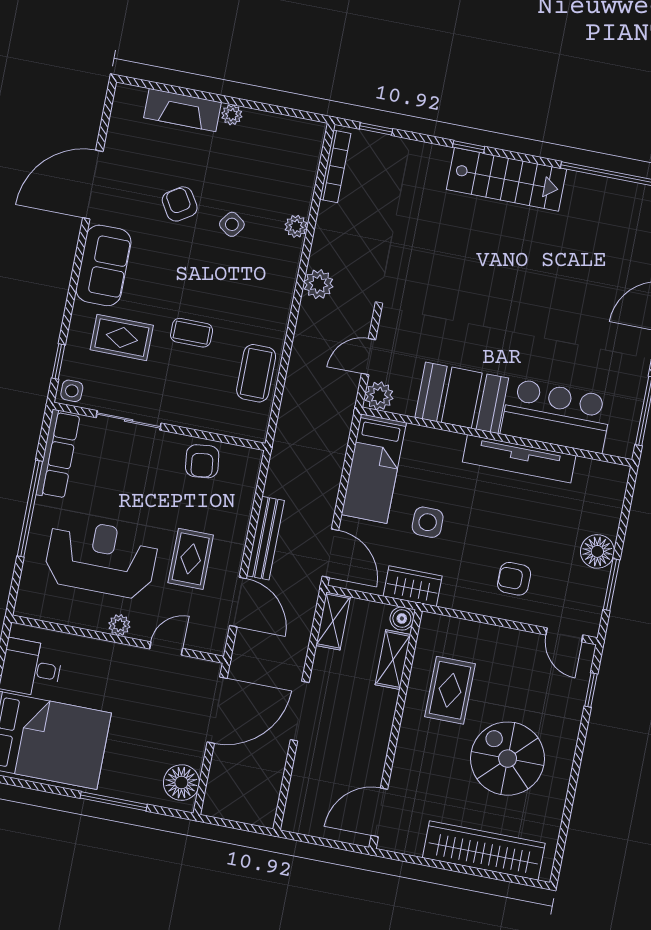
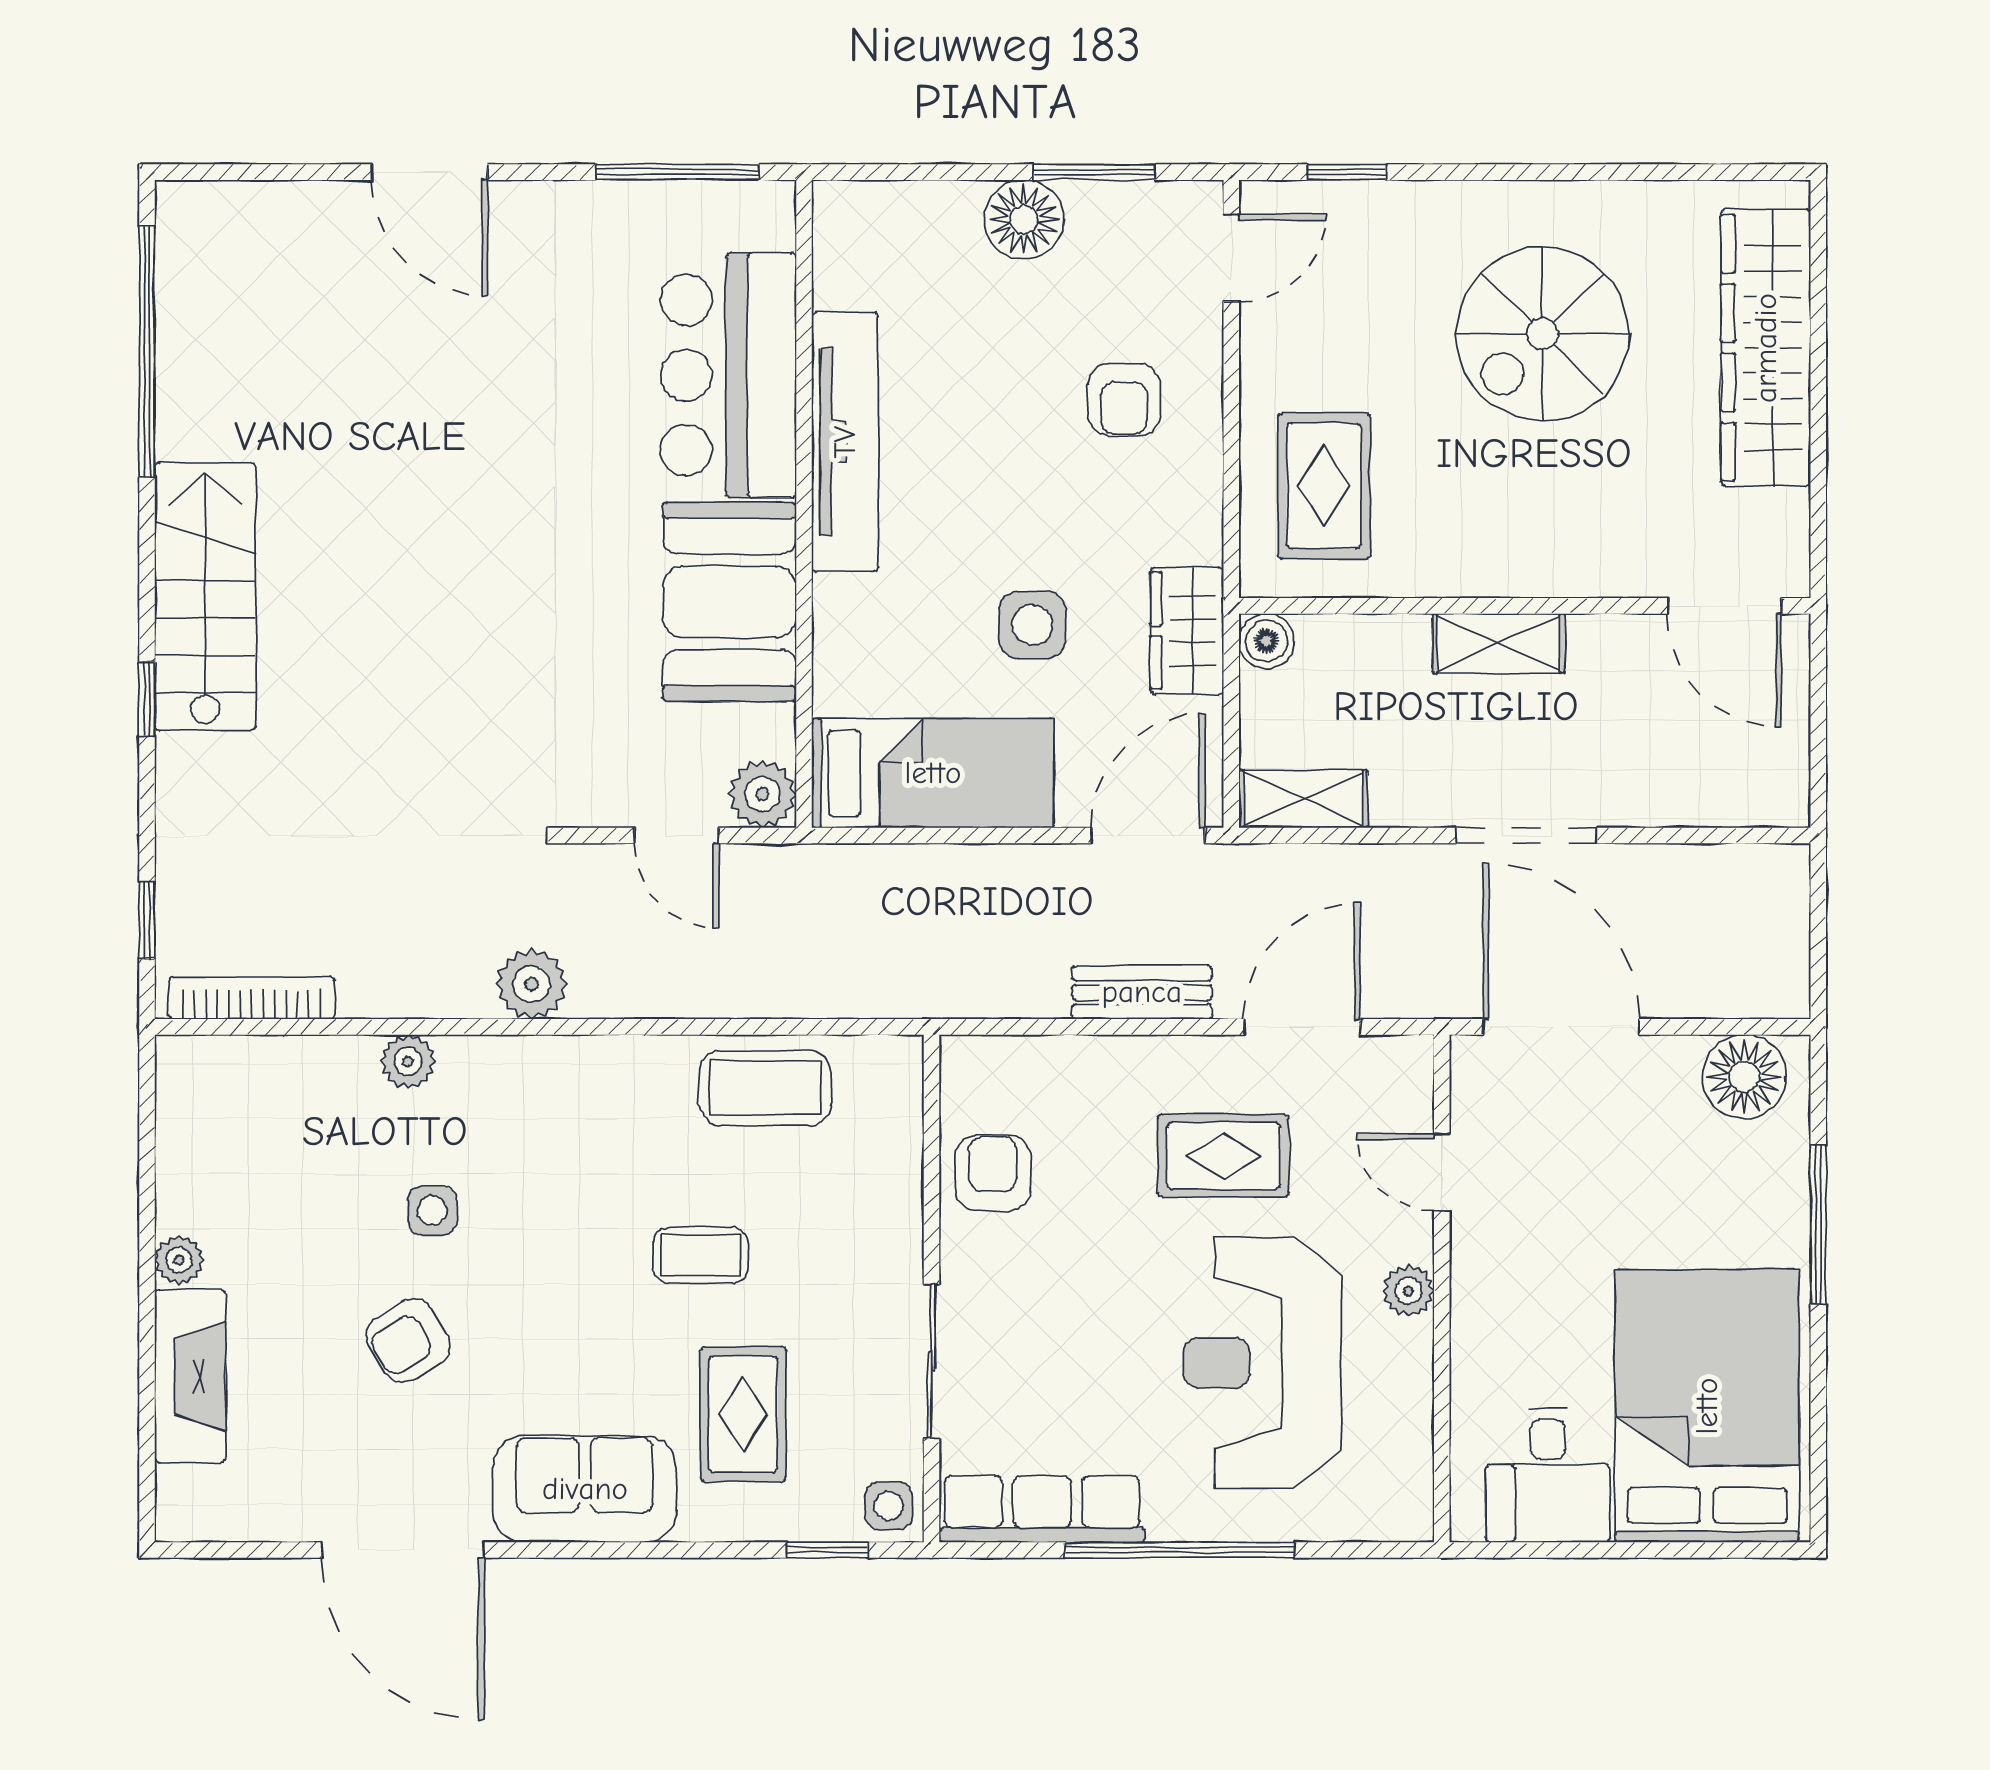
side table: (232, 224) -> (432, 1211), turned -36
coffee table: (192, 333) -> (701, 1255), turned 90
armchair: (202, 461) -> (993, 1173), turned -83
bench: (265, 538) -> (1142, 992), width x0.73
shelving: (393, 660) -> (1499, 643), moved
rug: (450, 690) -> (1324, 486), moved, turned 90

